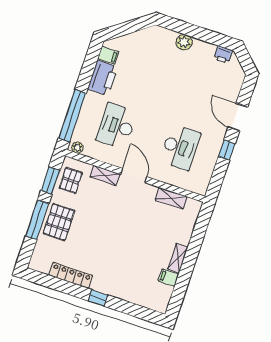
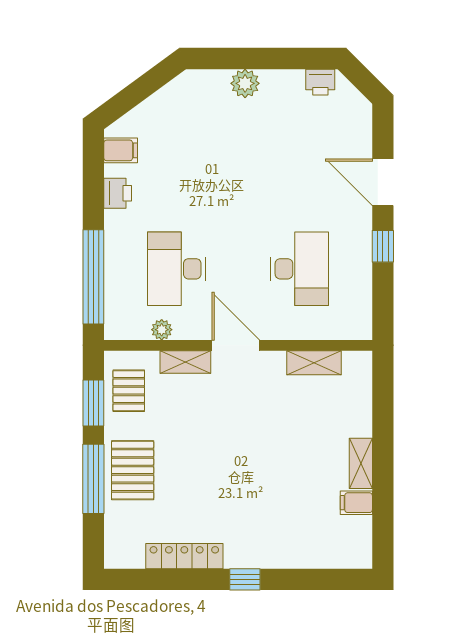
printer: (103, 78) -> (118, 193), width x0.53, depth x0.68
plant: (77, 148) -> (162, 330), moved

